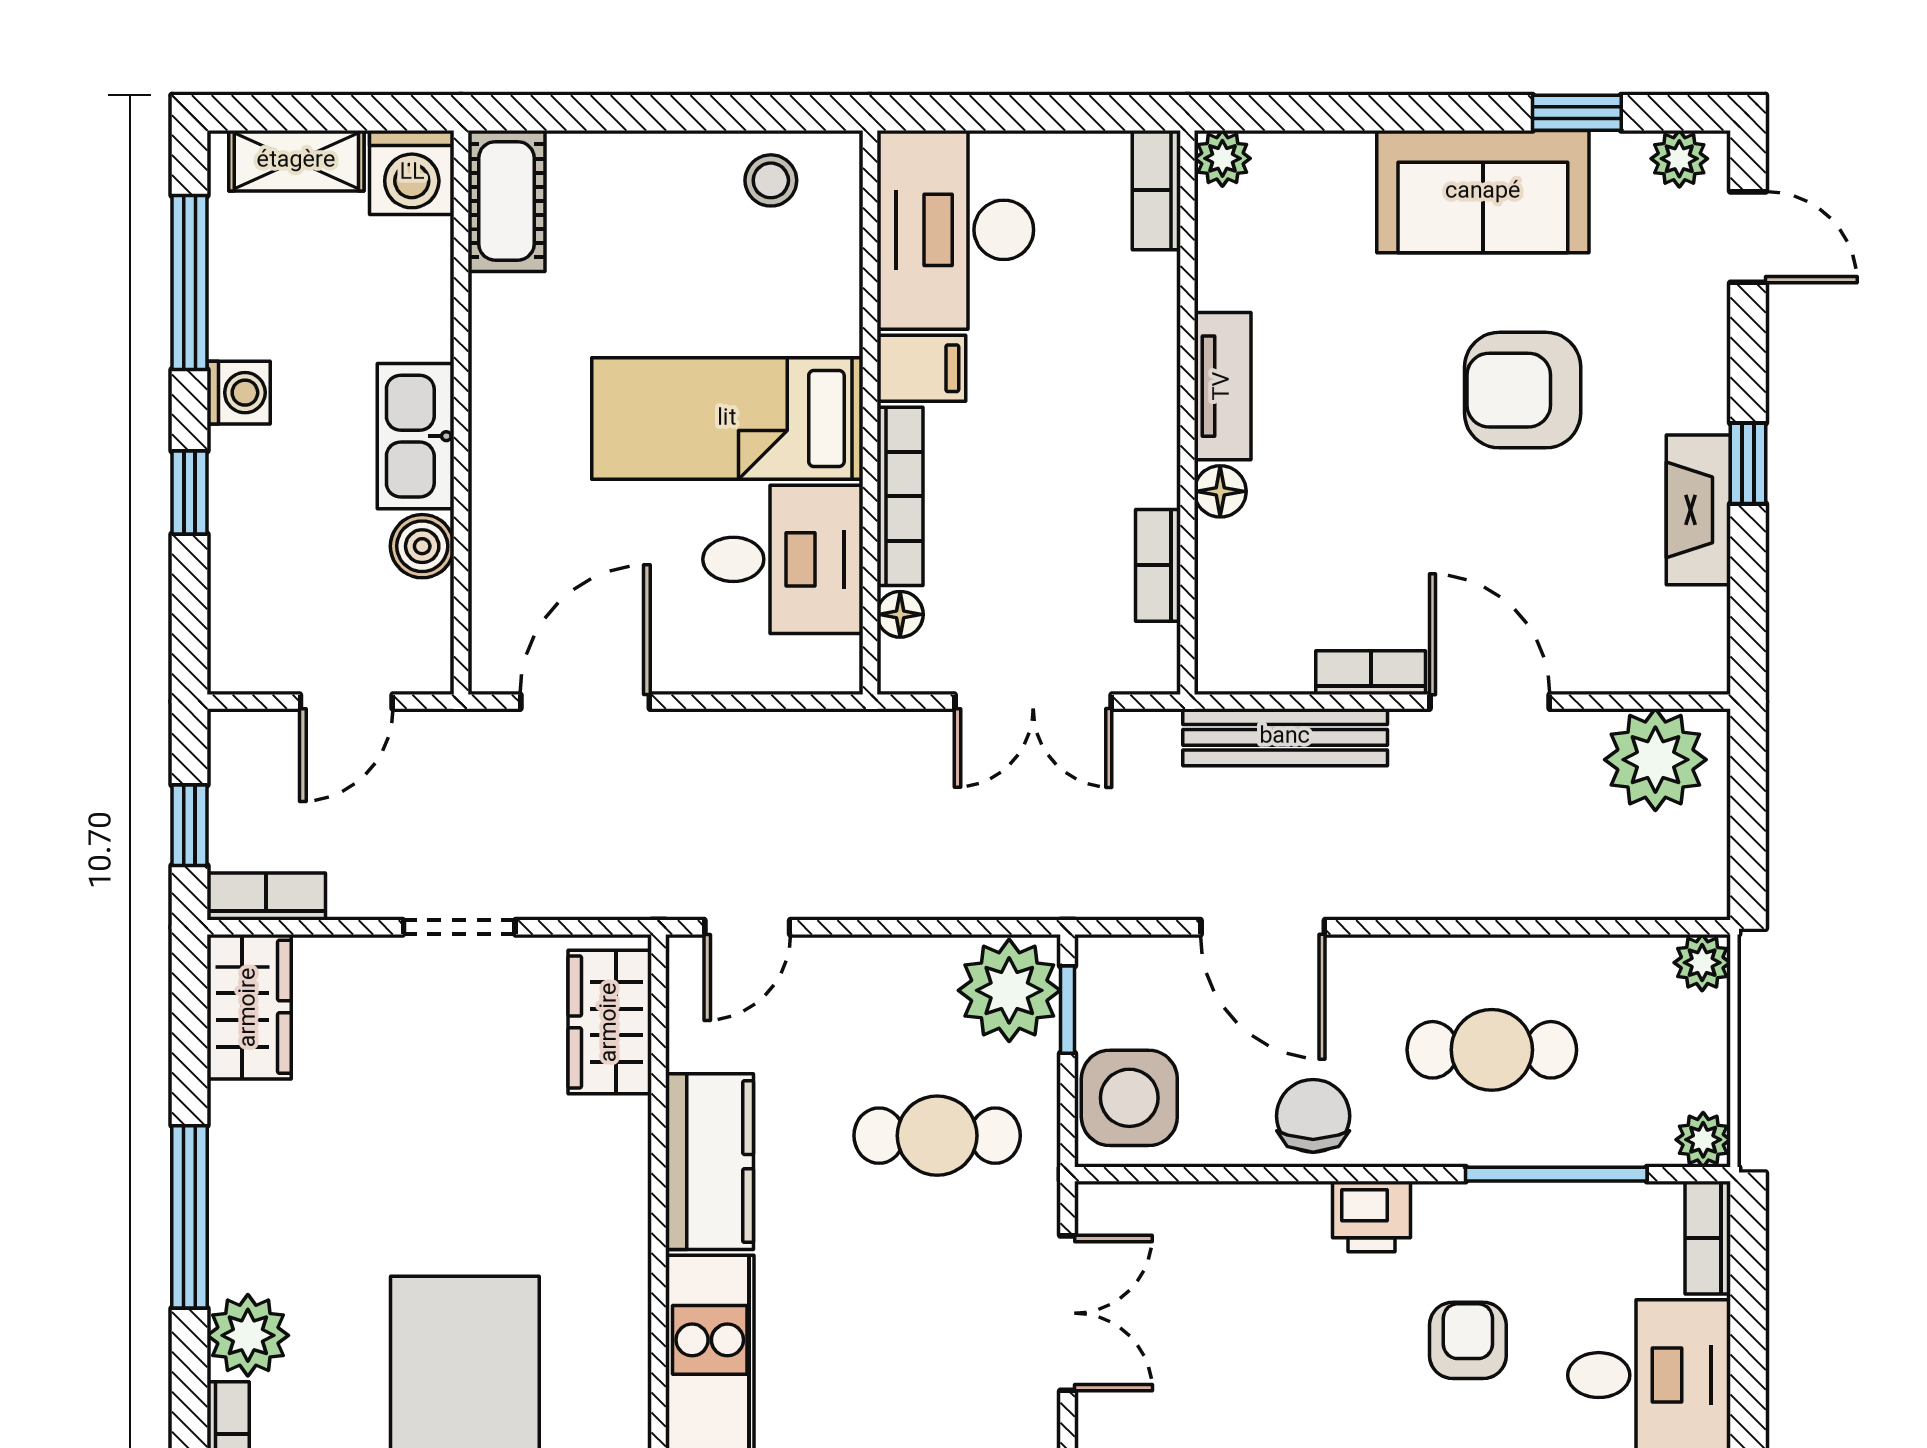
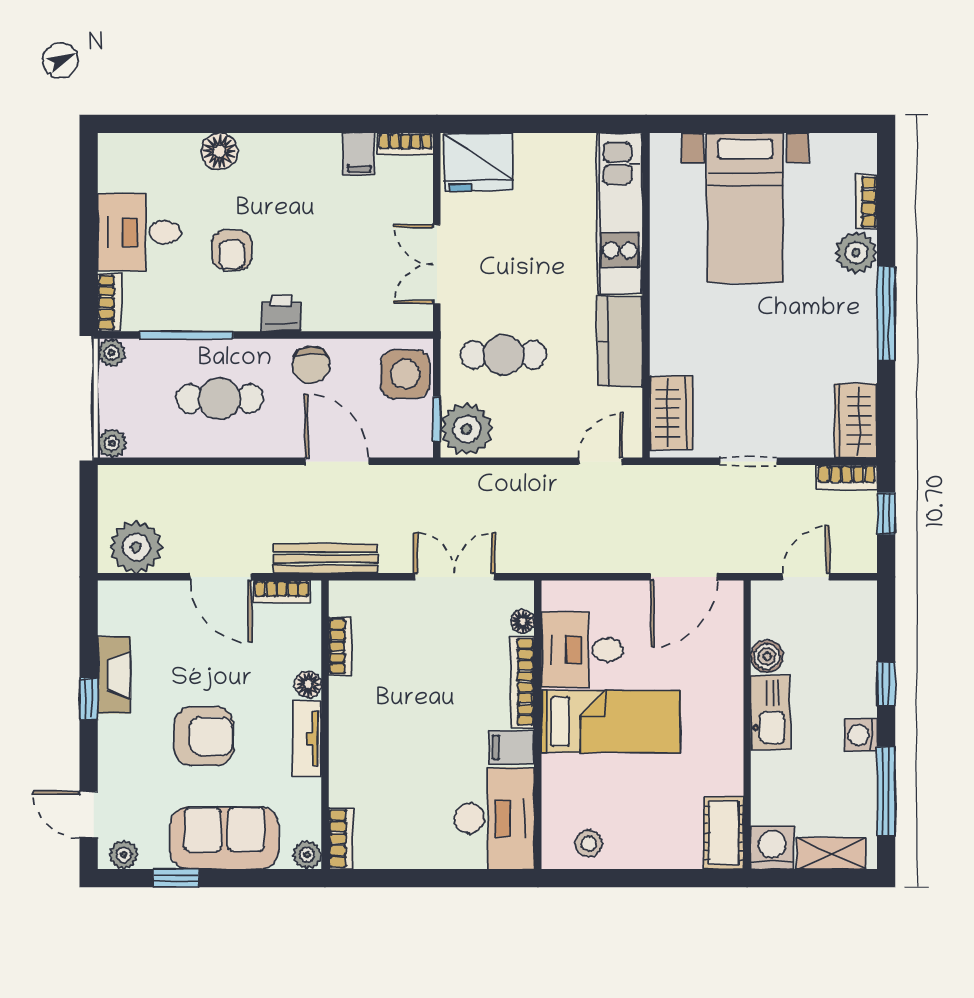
plant: (1222, 158) -> (307, 855), moved
bookcase: (1156, 190) -> (341, 839), moved
tv unit: (1223, 386) -> (307, 738), moved
wall: (1187, 412) -> (325, 725), moved
floor lamp: (1220, 491) -> (308, 684), moved
bookcase: (1158, 565) -> (340, 647), moved

